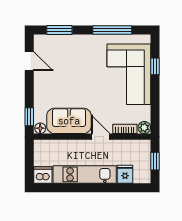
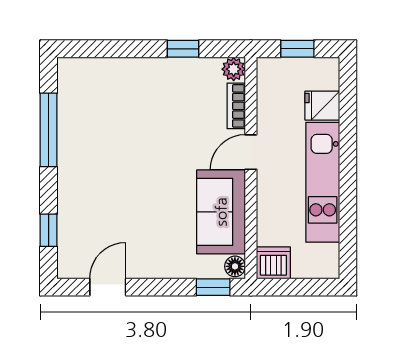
window: (59, 30) -> (49, 230), width x0.67
window: (155, 66) -> (183, 49), moved
corner sofa: (129, 74) -> (133, 98), removed
dishwasher: (43, 175) -> (273, 263), moved, turned 90

